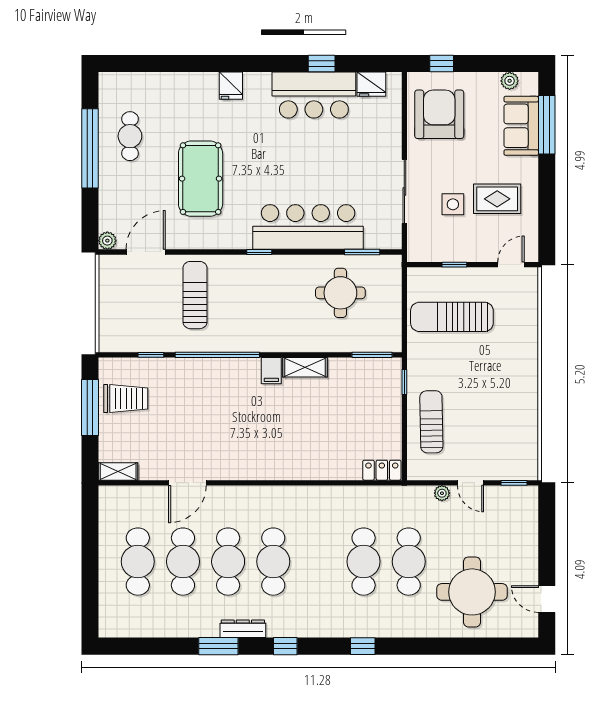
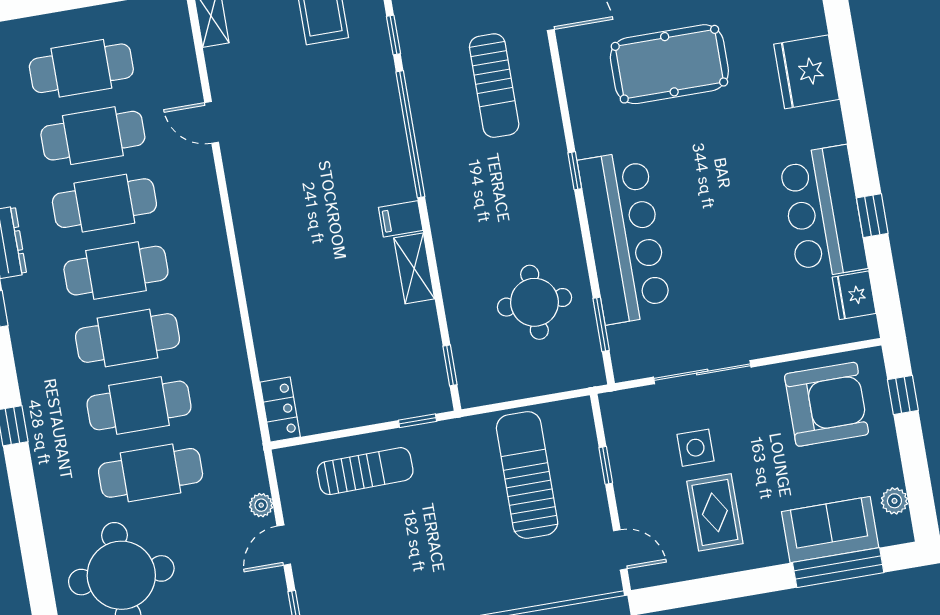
fridge: (231, 86) -> (807, 72), width x1.88, depth x1.34
sun lounger: (195, 295) -> (494, 86), turned 90
window: (372, 355) -> (450, 365), width x0.67
door: (187, 483) -> (212, 122), width x0.73
cafe table: (318, 562) -> (127, 338), added

